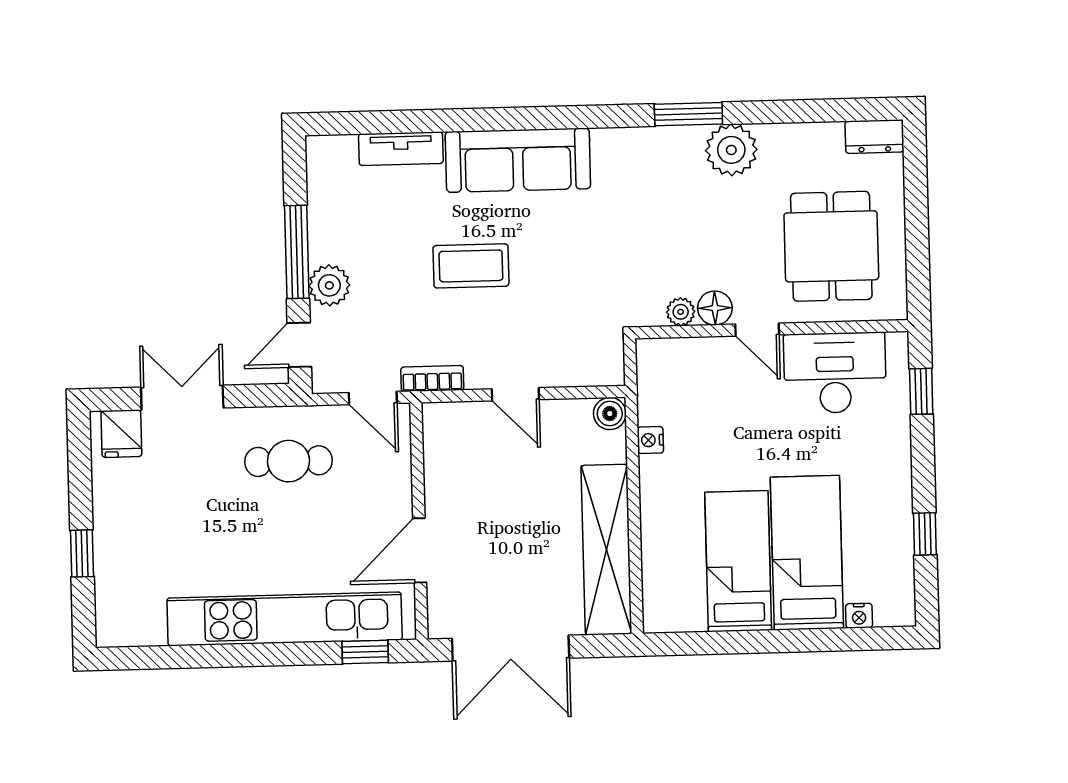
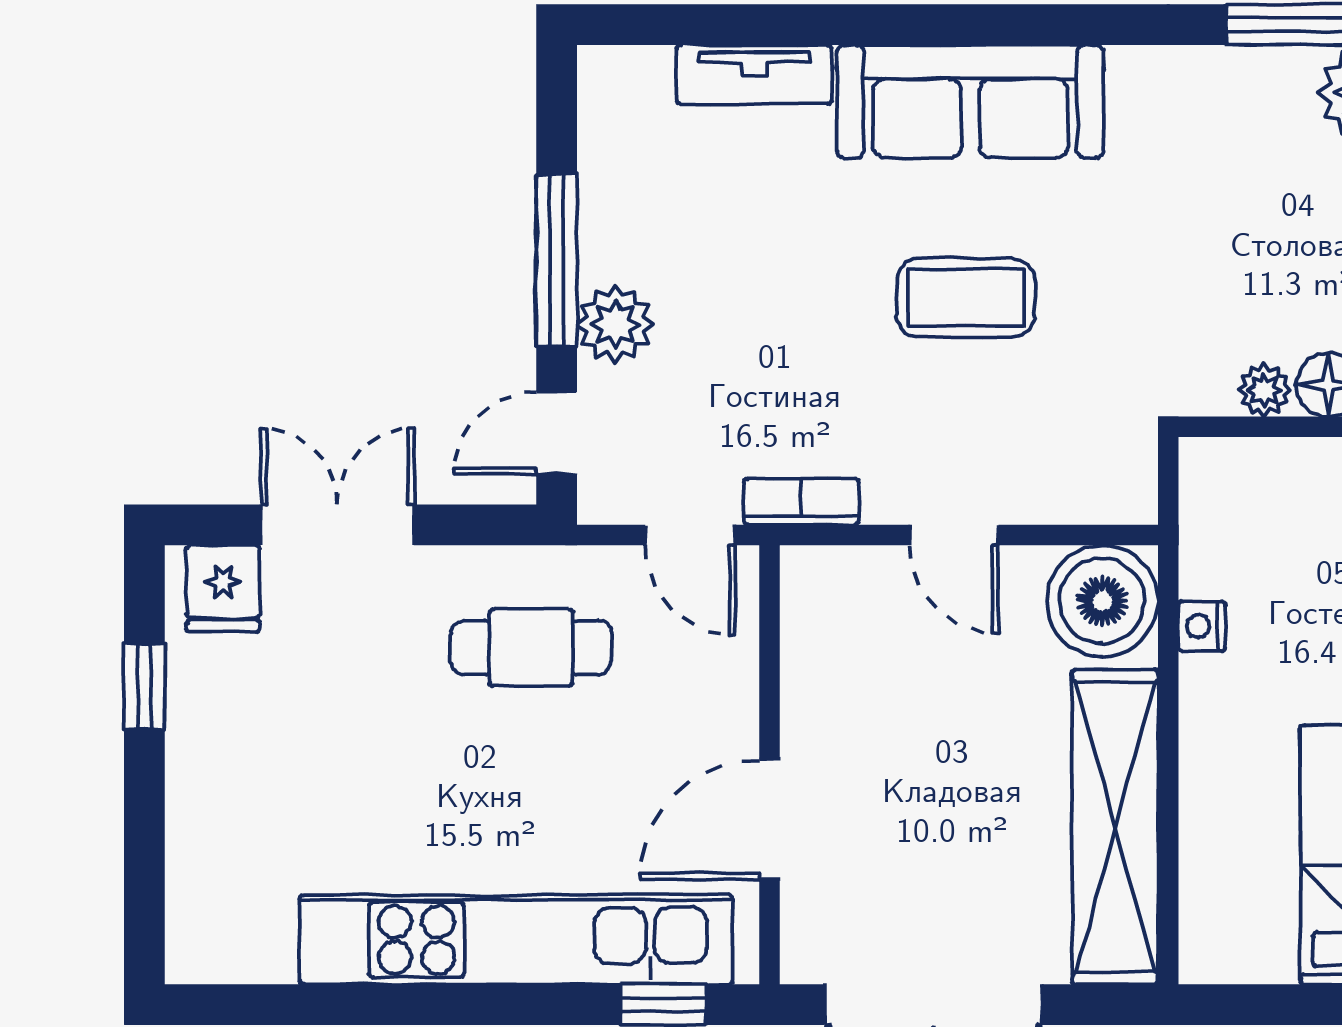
coffee table: (471, 266) -> (966, 298), moved
boiler: (610, 414) -> (1102, 601), width x1.86, depth x1.86
window: (82, 553) -> (144, 687), moved

